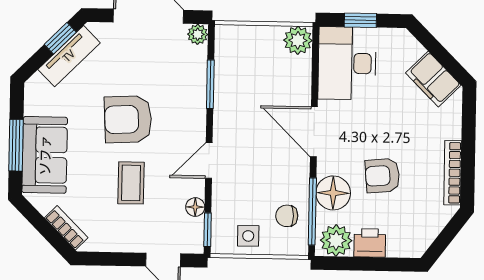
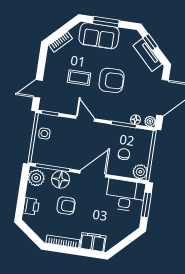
window: (360, 20) -> (146, 205), width x1.50
window: (60, 38) -> (150, 42), moved
filing cabinet: (433, 79) -> (93, 242), moved, turned 45
armchair: (128, 119) -> (112, 80), turned 92
armchair: (382, 176) -> (66, 206), turned 95
floor lamp: (195, 207) -> (135, 120), moved
chair: (287, 216) -> (124, 154), moved
printer: (370, 243) -> (31, 206), moved

